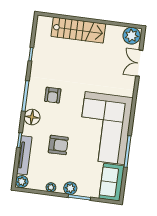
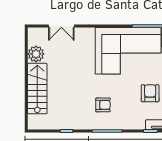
plant: (132, 36) -> (36, 54), moved
floor lamp: (32, 117) -> (127, 122), removed

